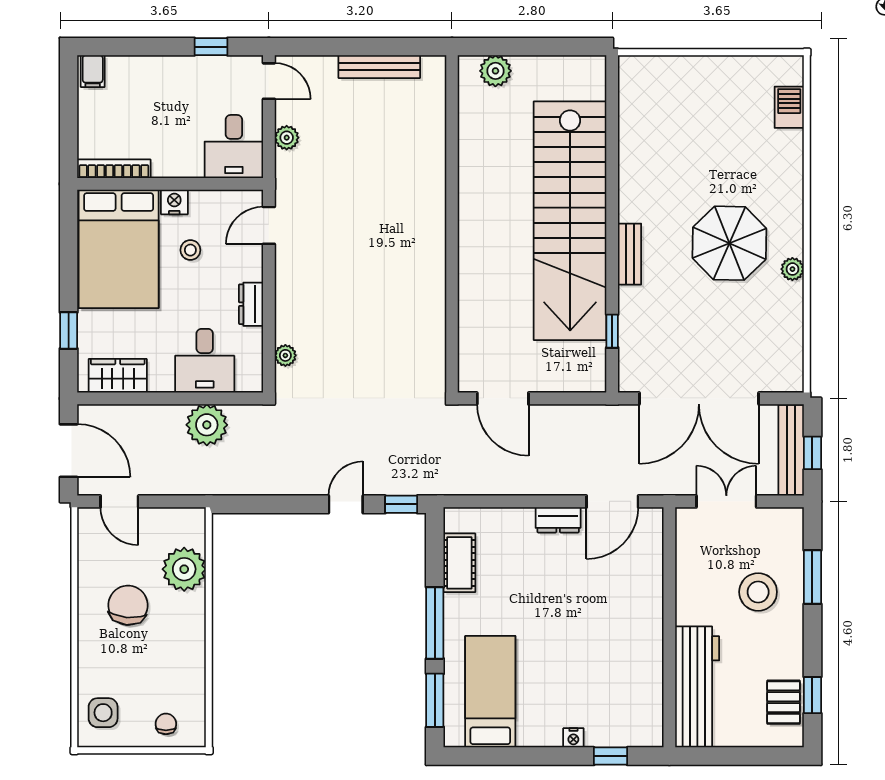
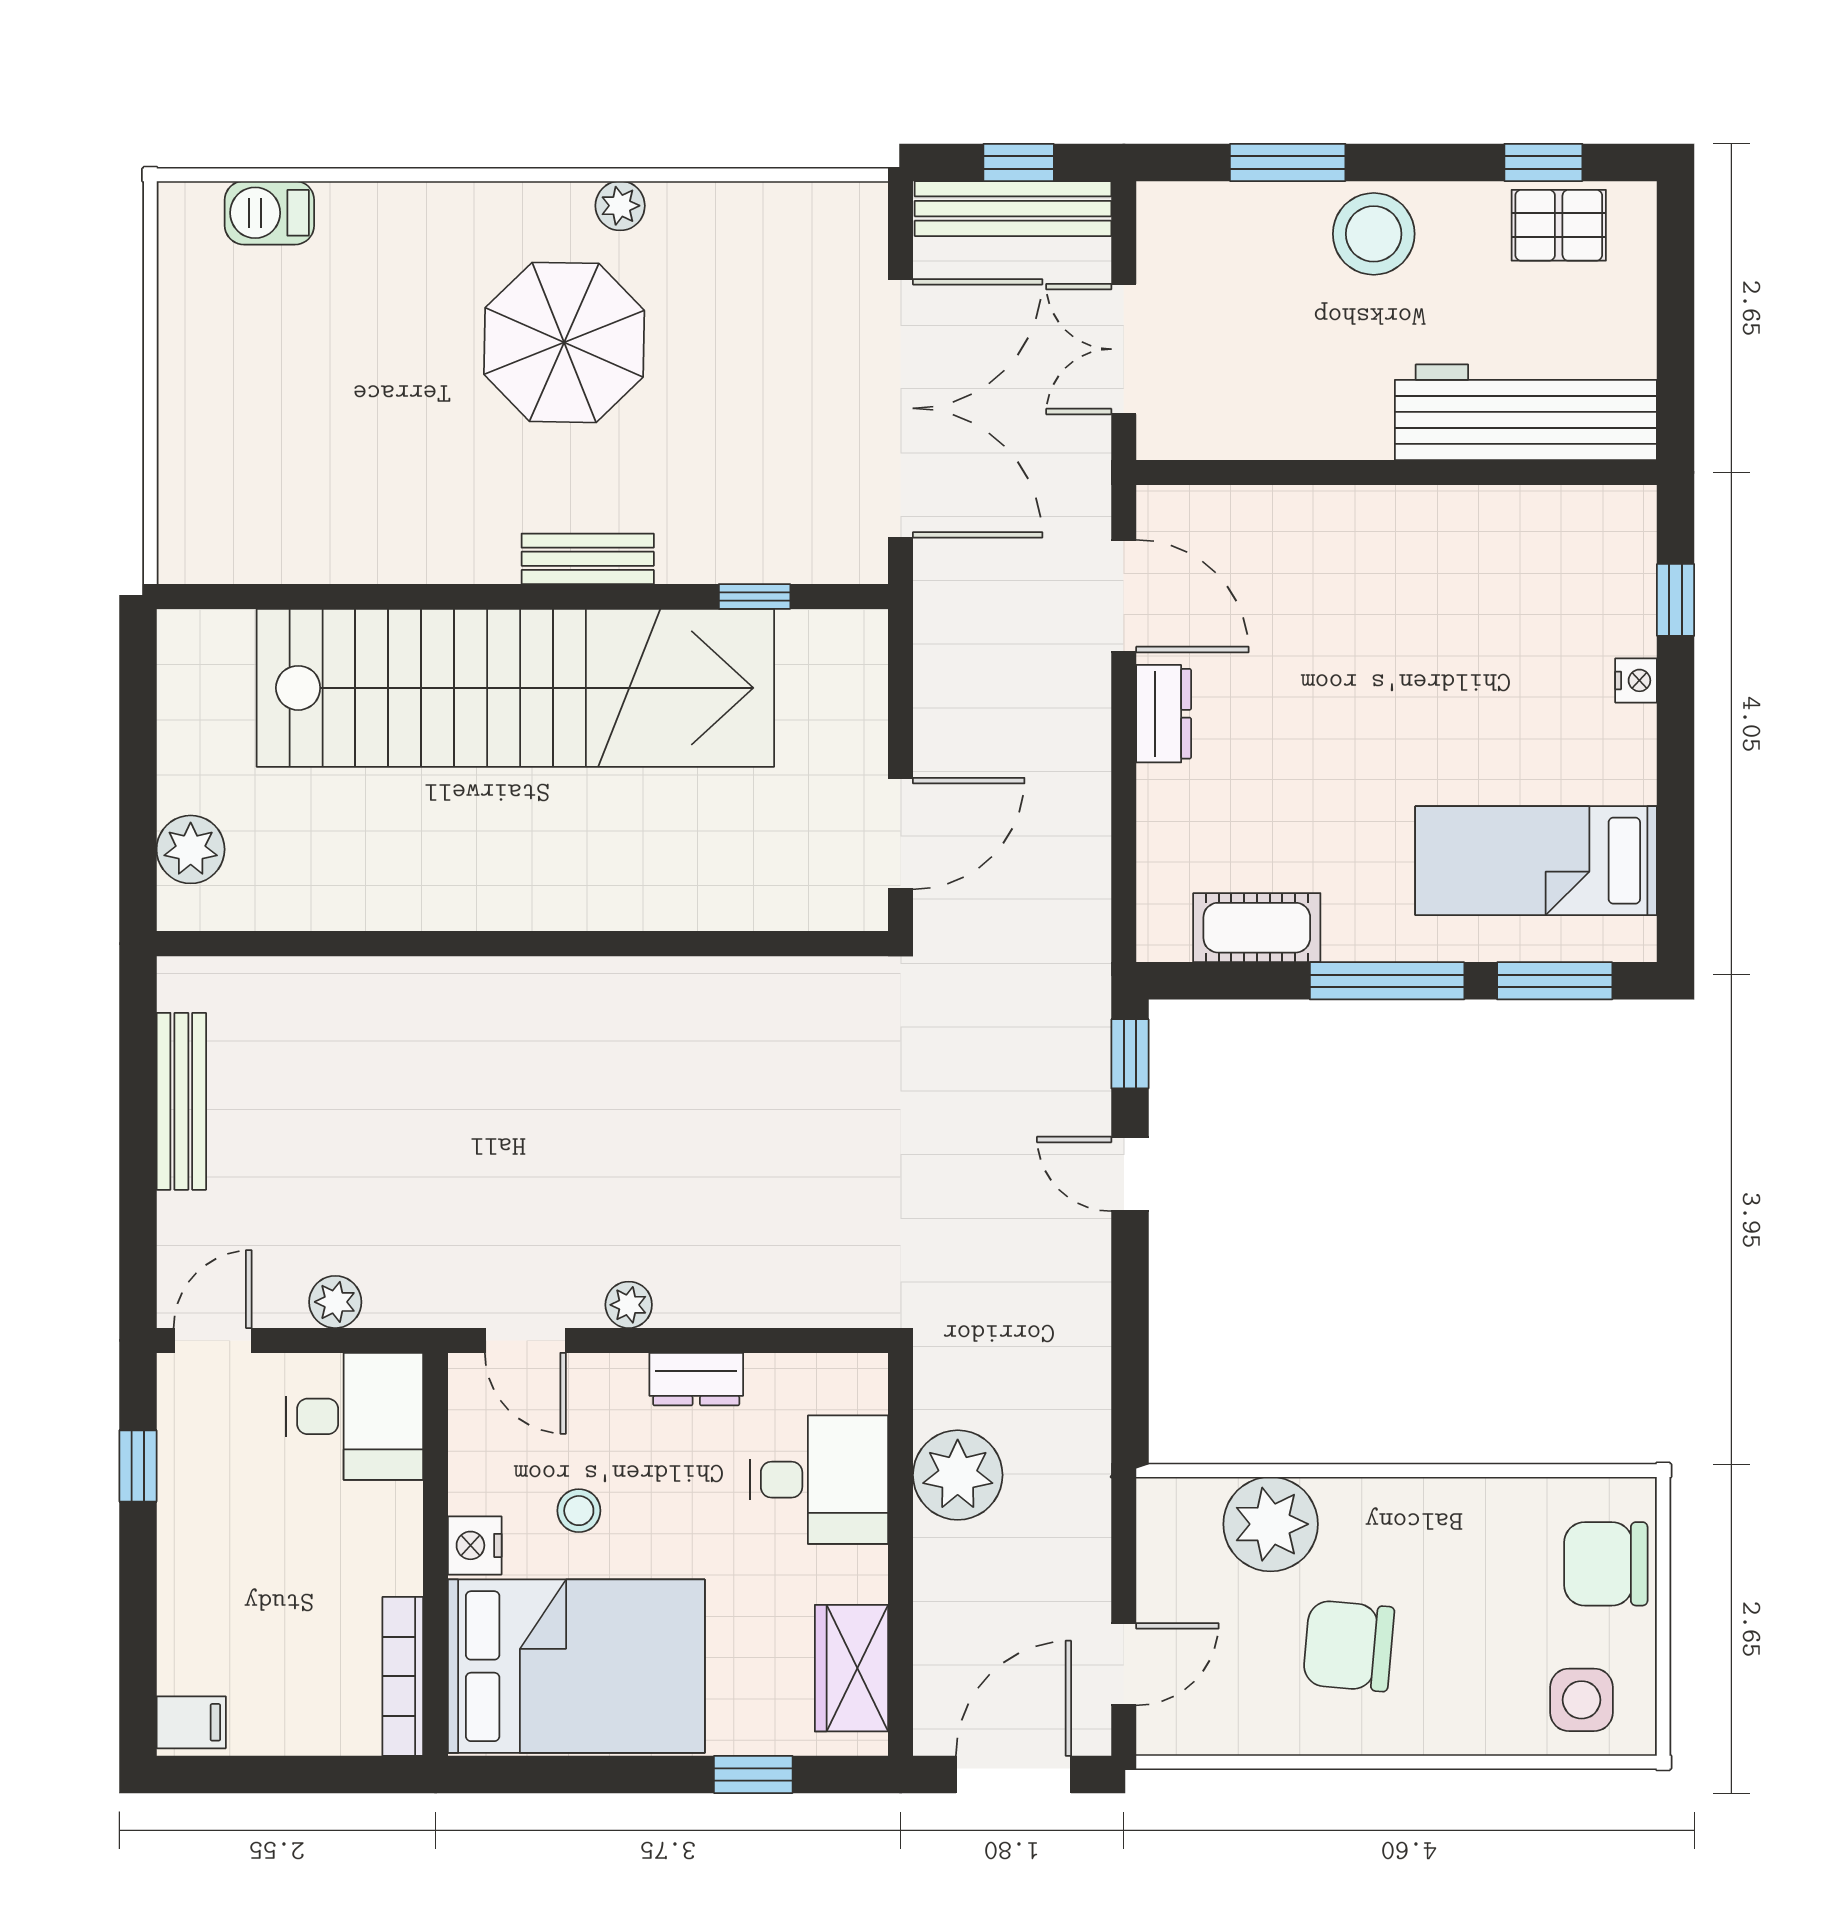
plant: (285, 355) -> (629, 1305), moved
stool: (758, 592) -> (1374, 234), moved
chair: (166, 724) -> (1606, 1564), width x1.87, depth x1.87

